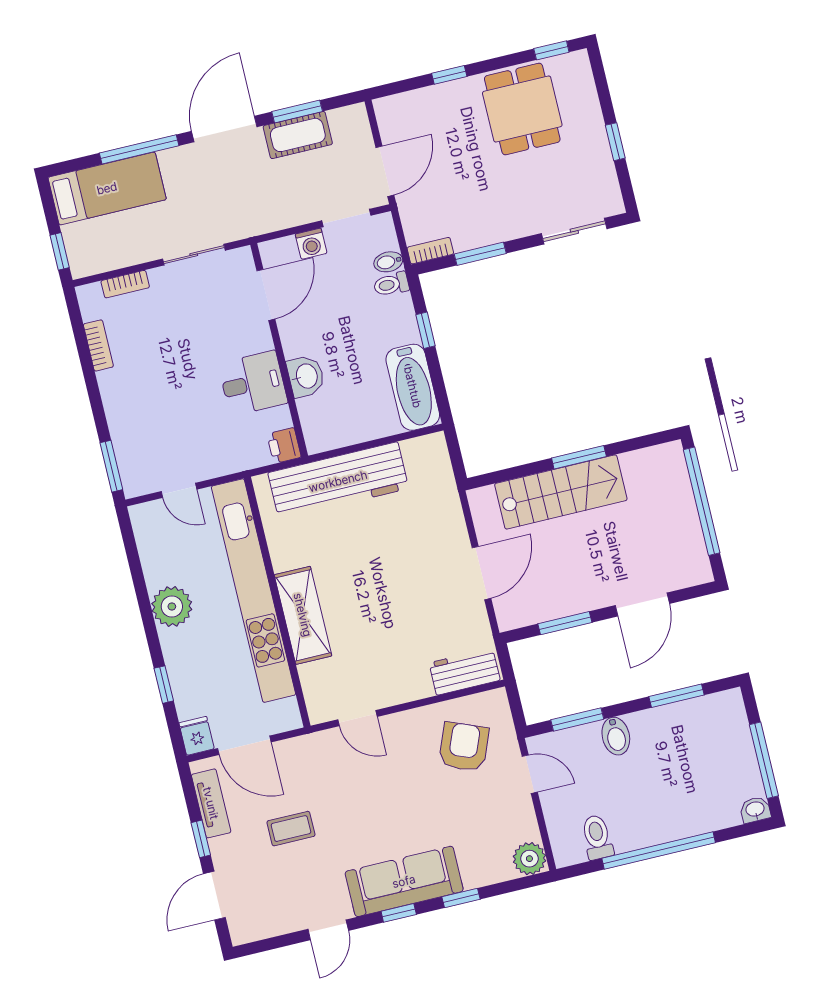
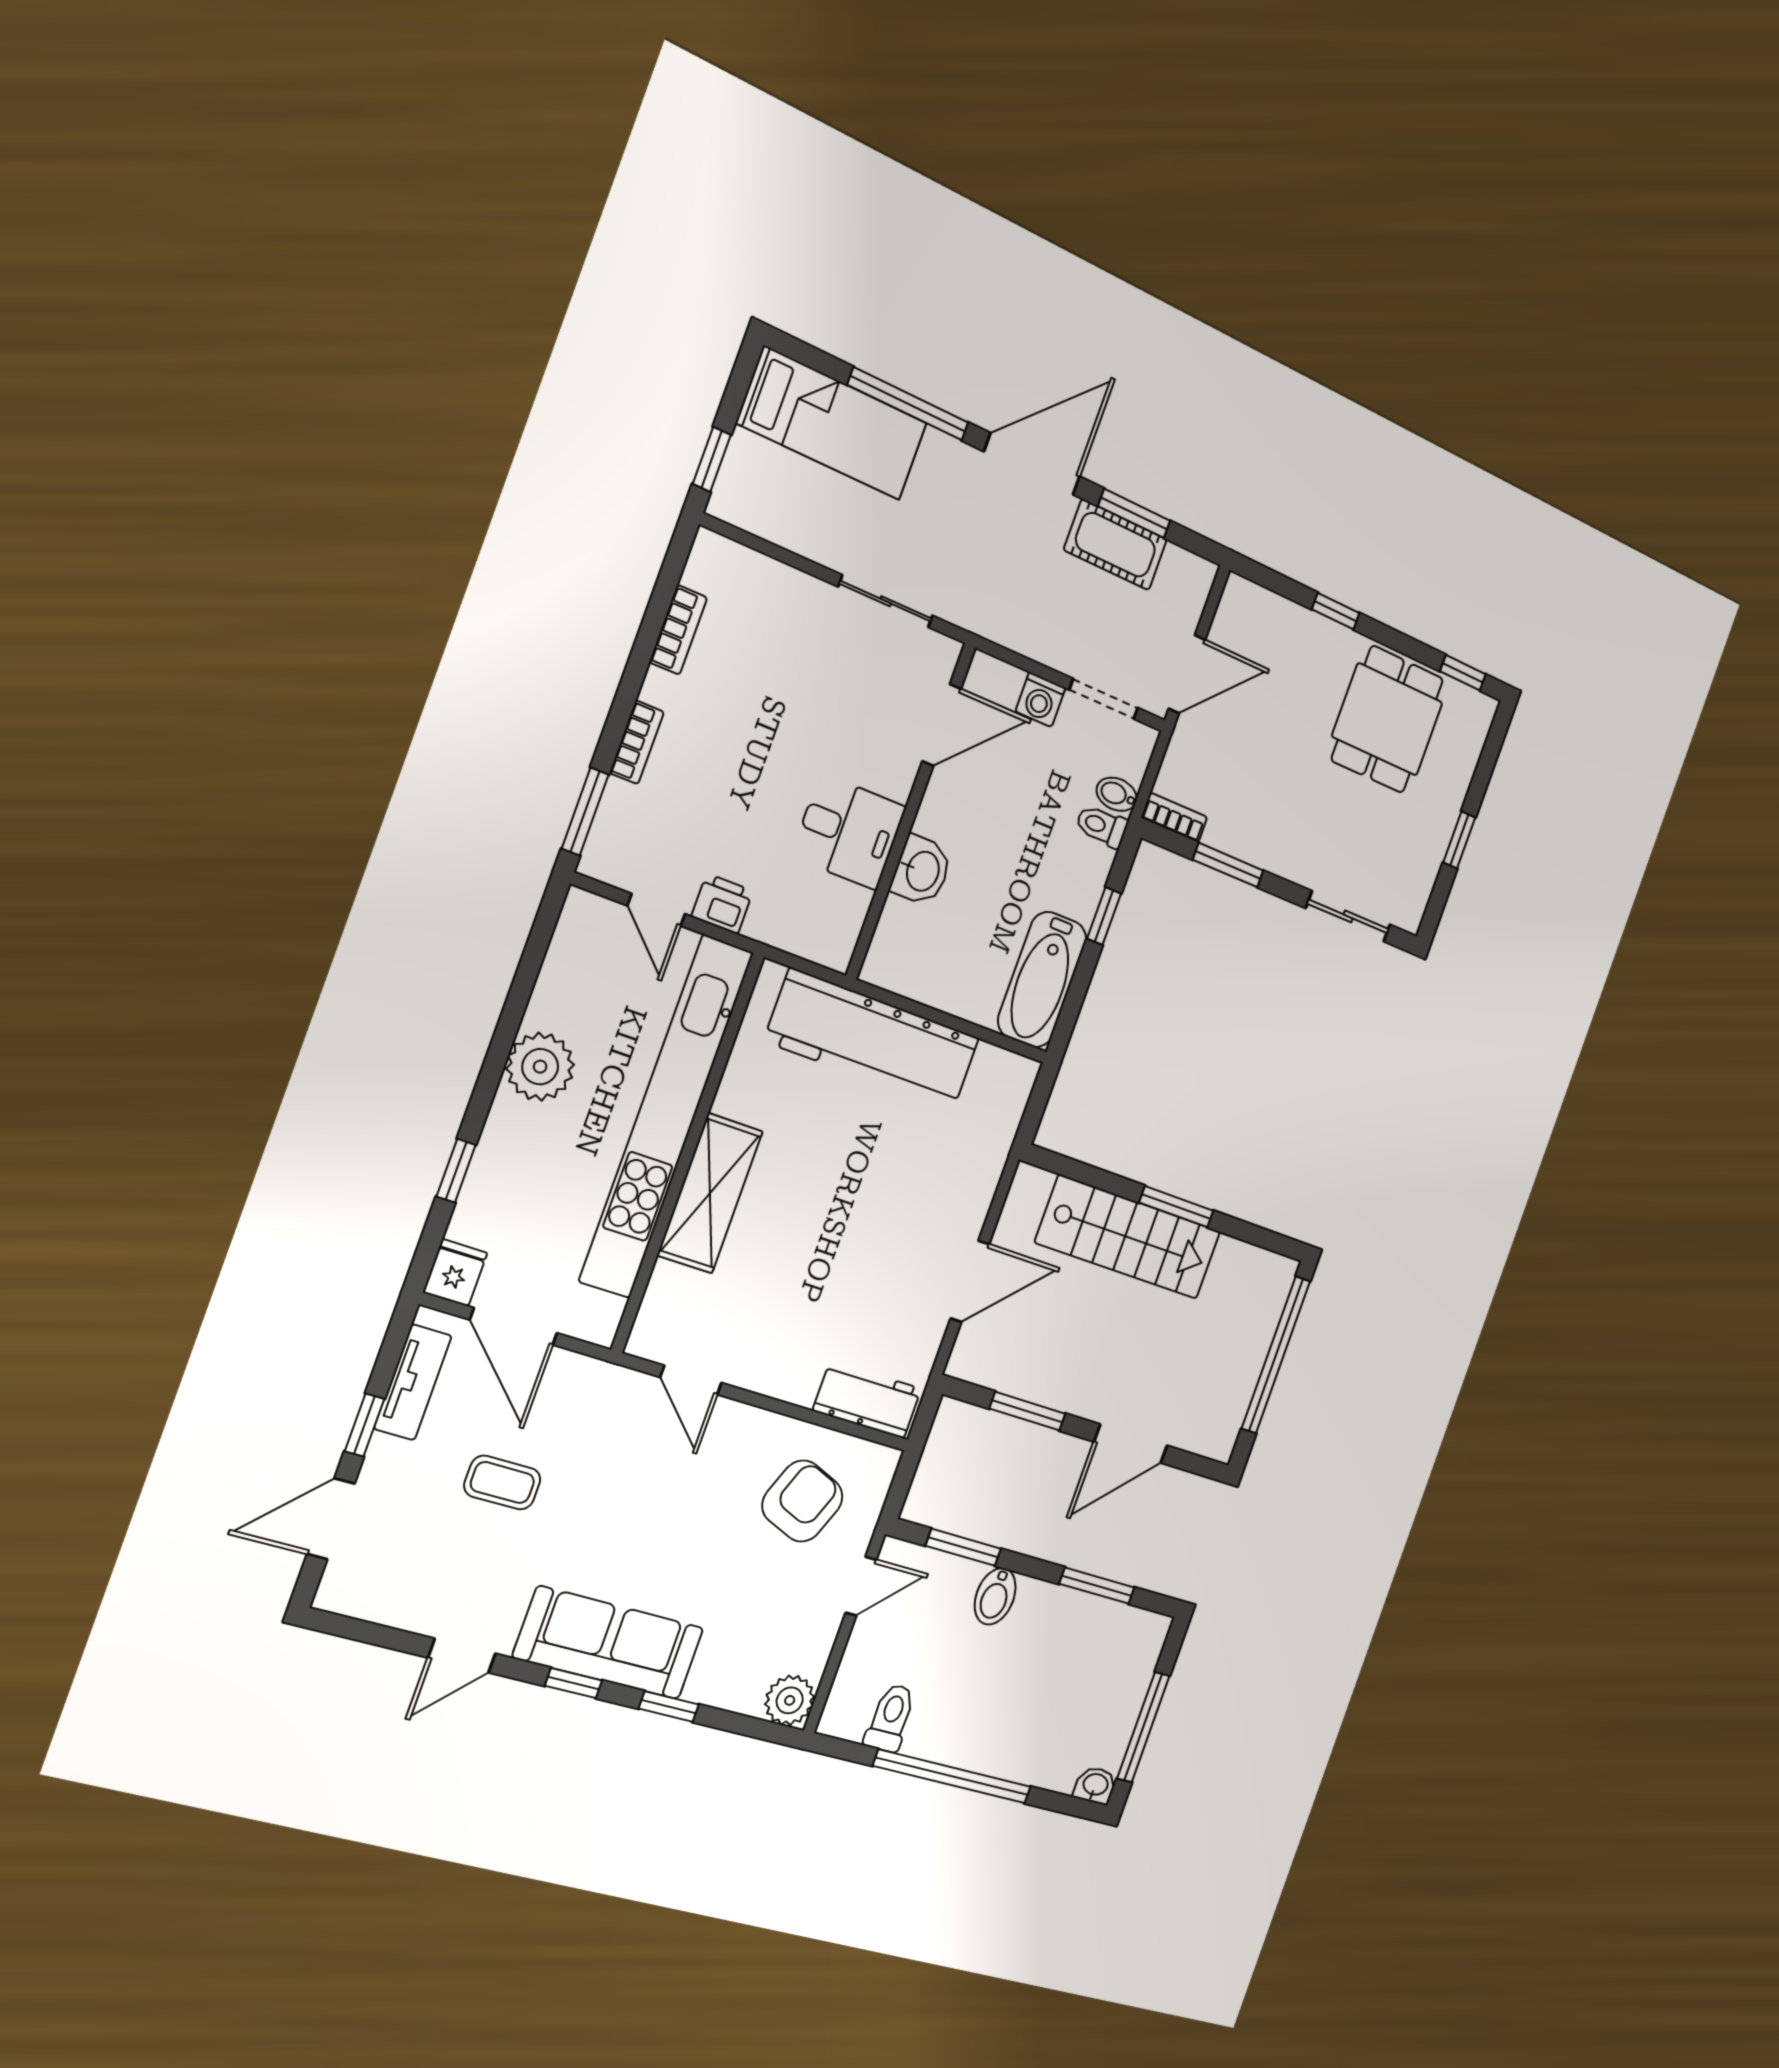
bookcase: (125, 284) -> (637, 742), moved, turned -90
printer: (284, 446) -> (722, 904), moved, turned 90
door: (530, 774) -> (861, 1586), hinge flipped

